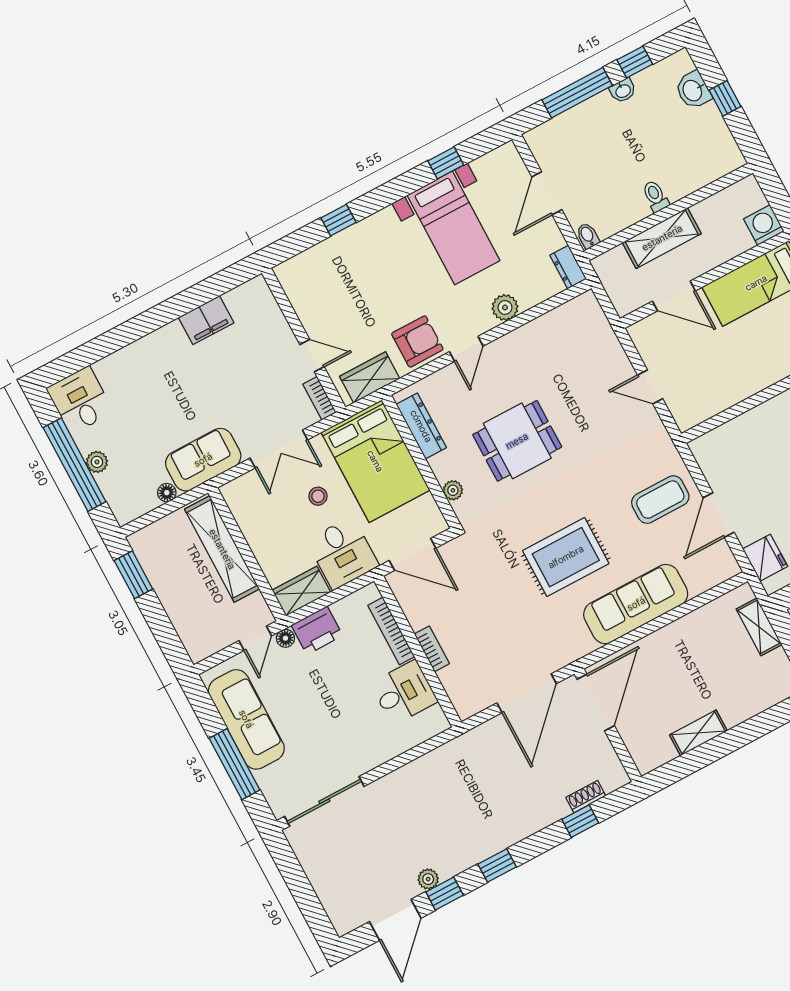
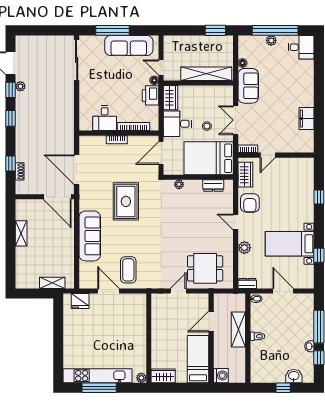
dresser: (421, 426) -> (213, 185), width x0.70
dining table: (517, 441) -> (205, 268), moved, turned 90
rug: (566, 557) -> (126, 201), moved

